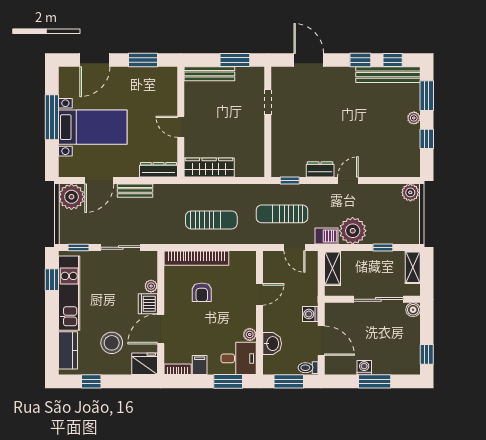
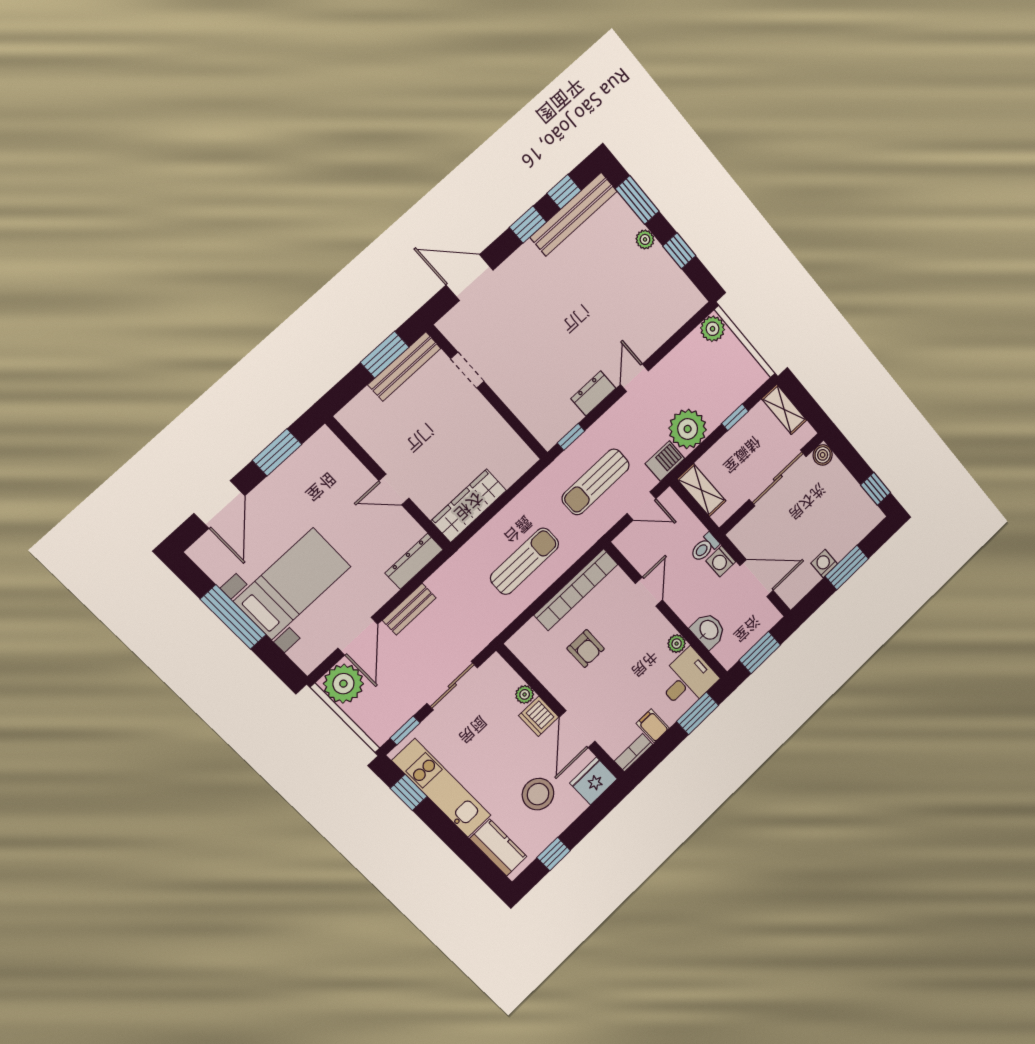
bench: (209, 74) -> (404, 366), moved
bookcase: (196, 258) -> (576, 590), moved
toilet: (308, 368) -> (705, 547), moved

